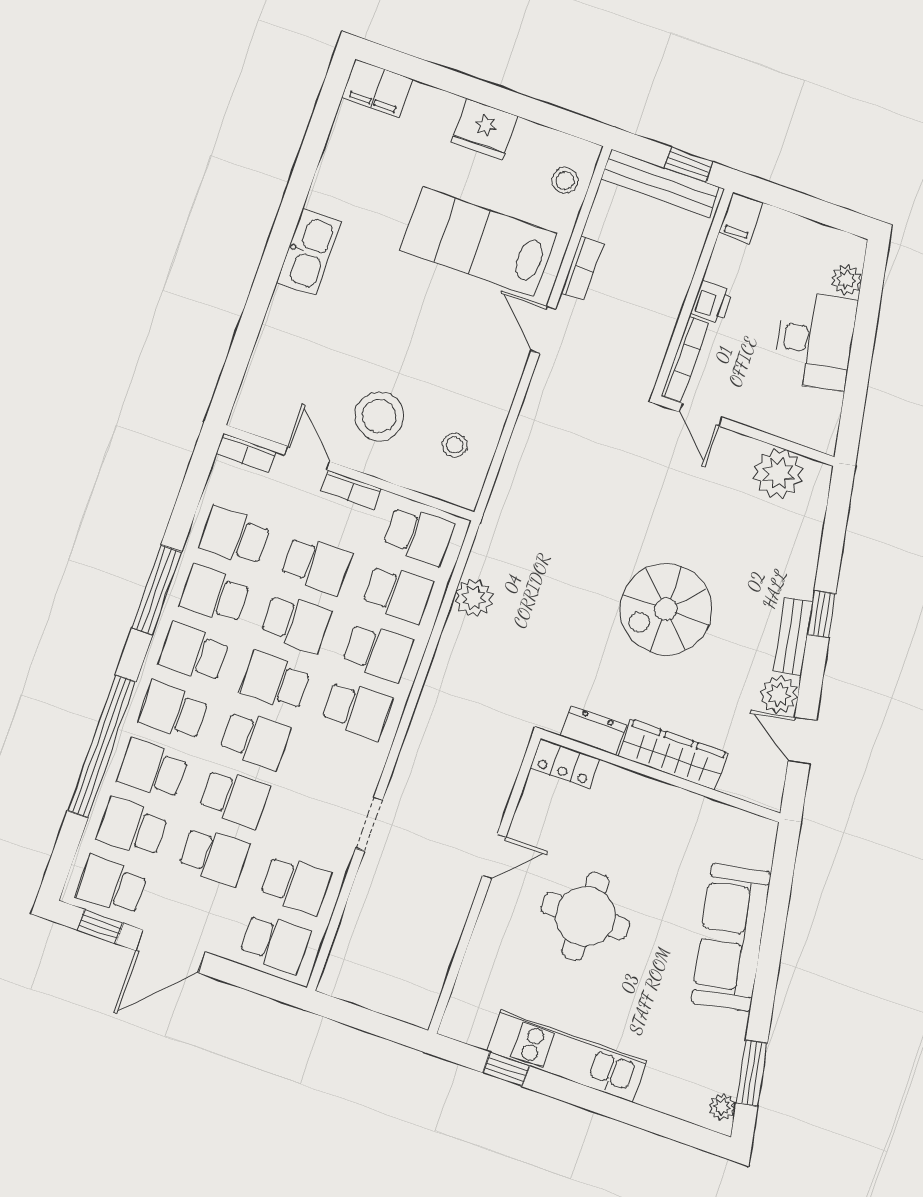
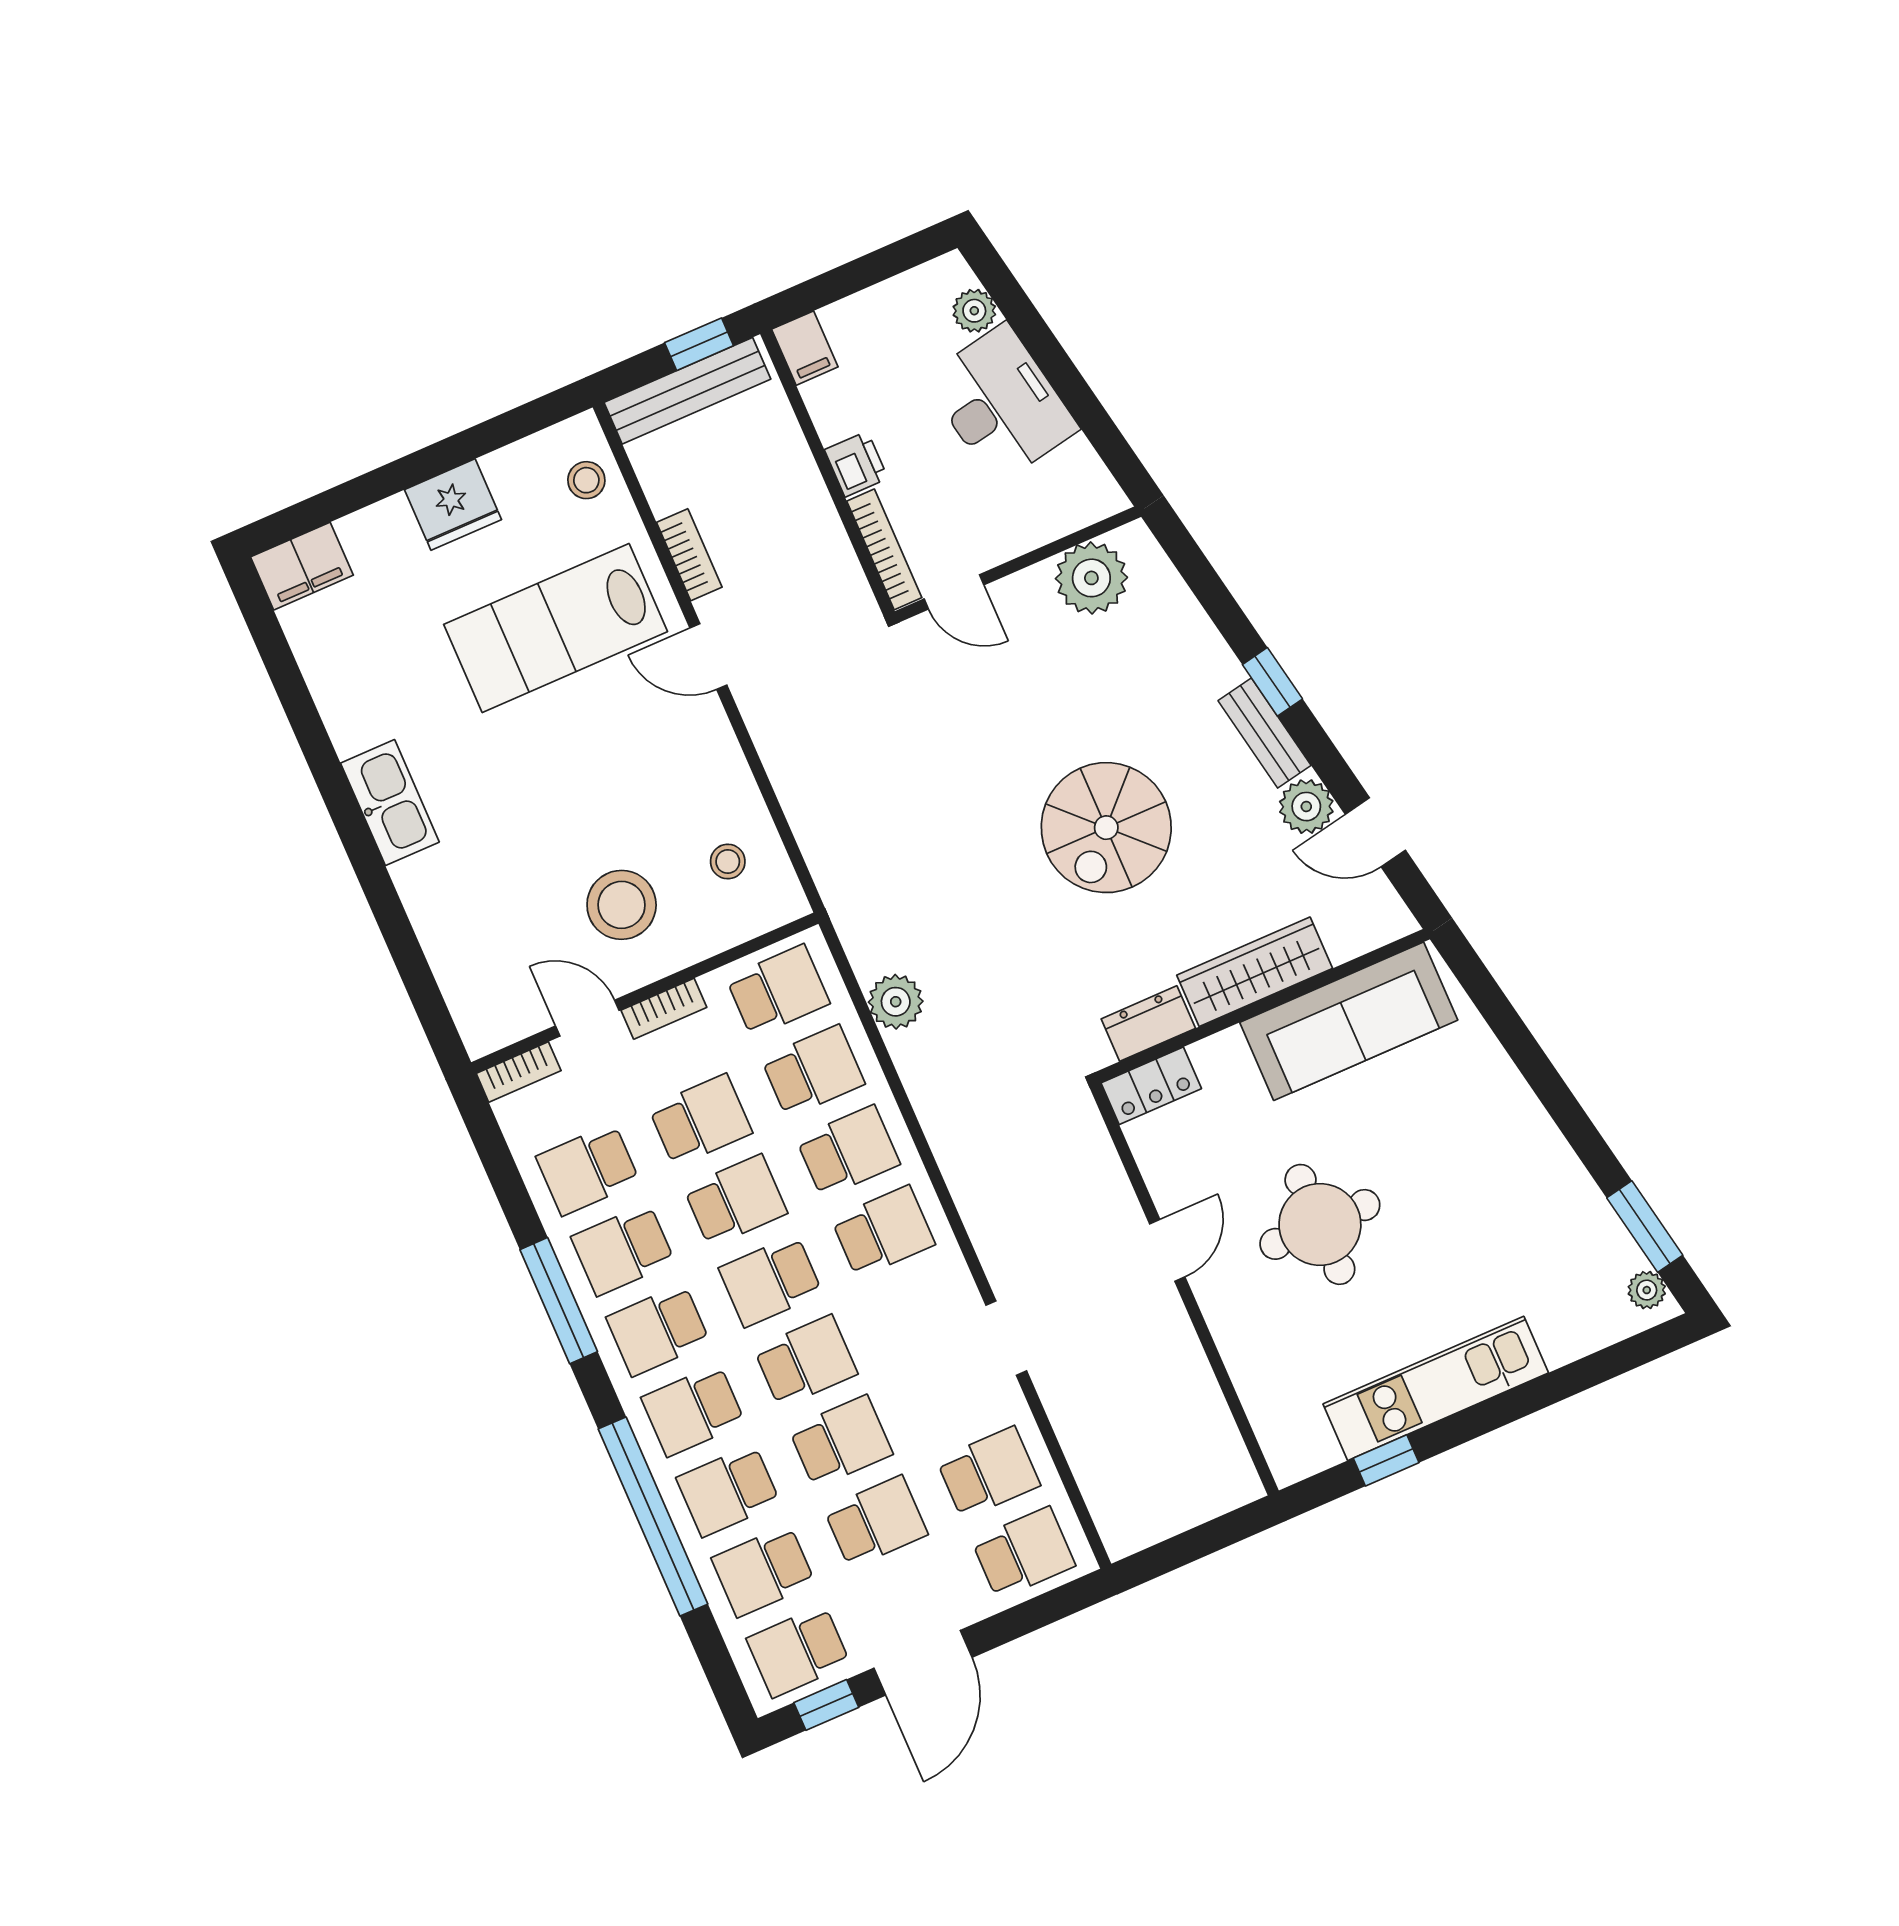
sofa: (731, 937) -> (1349, 1021), moved, turned -79

